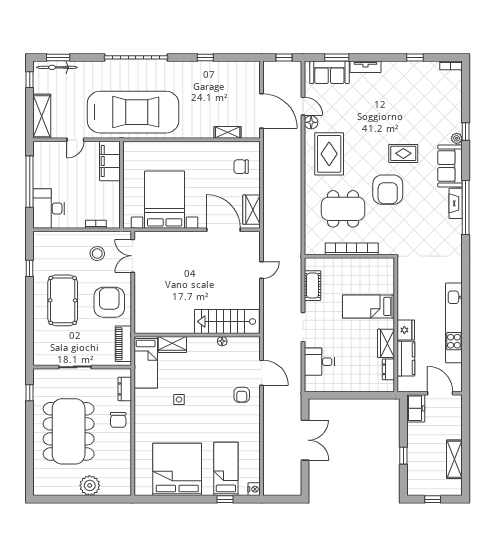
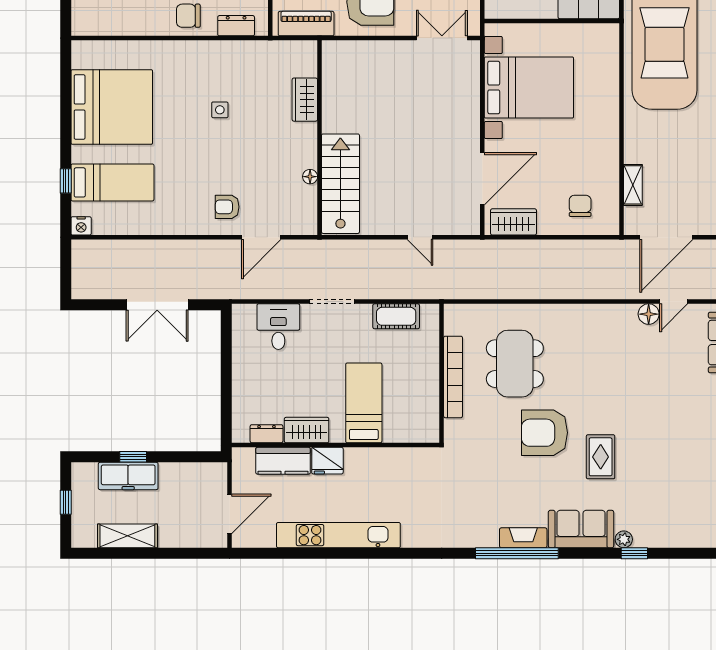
rug: (329, 154) -> (600, 342), removed
bed: (146, 362) -> (277, 58), removed
freezer: (416, 408) -> (128, 476), moved, width x1.40

